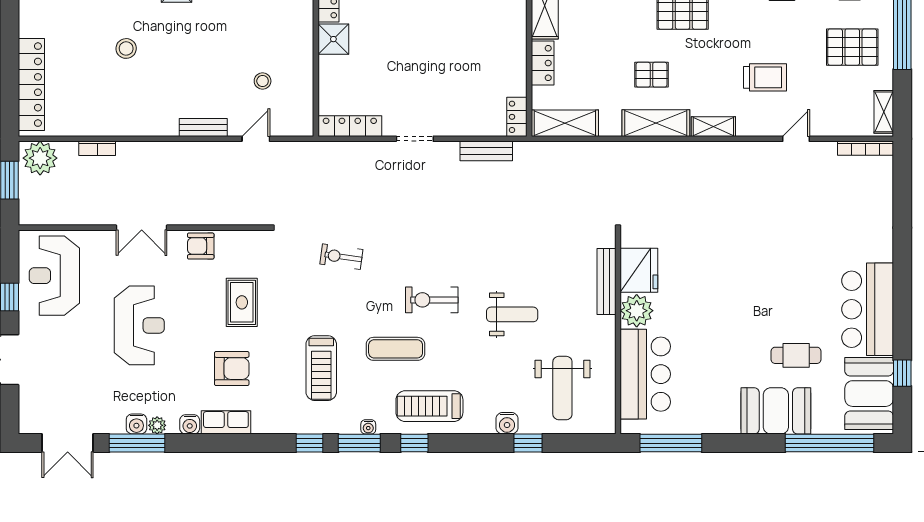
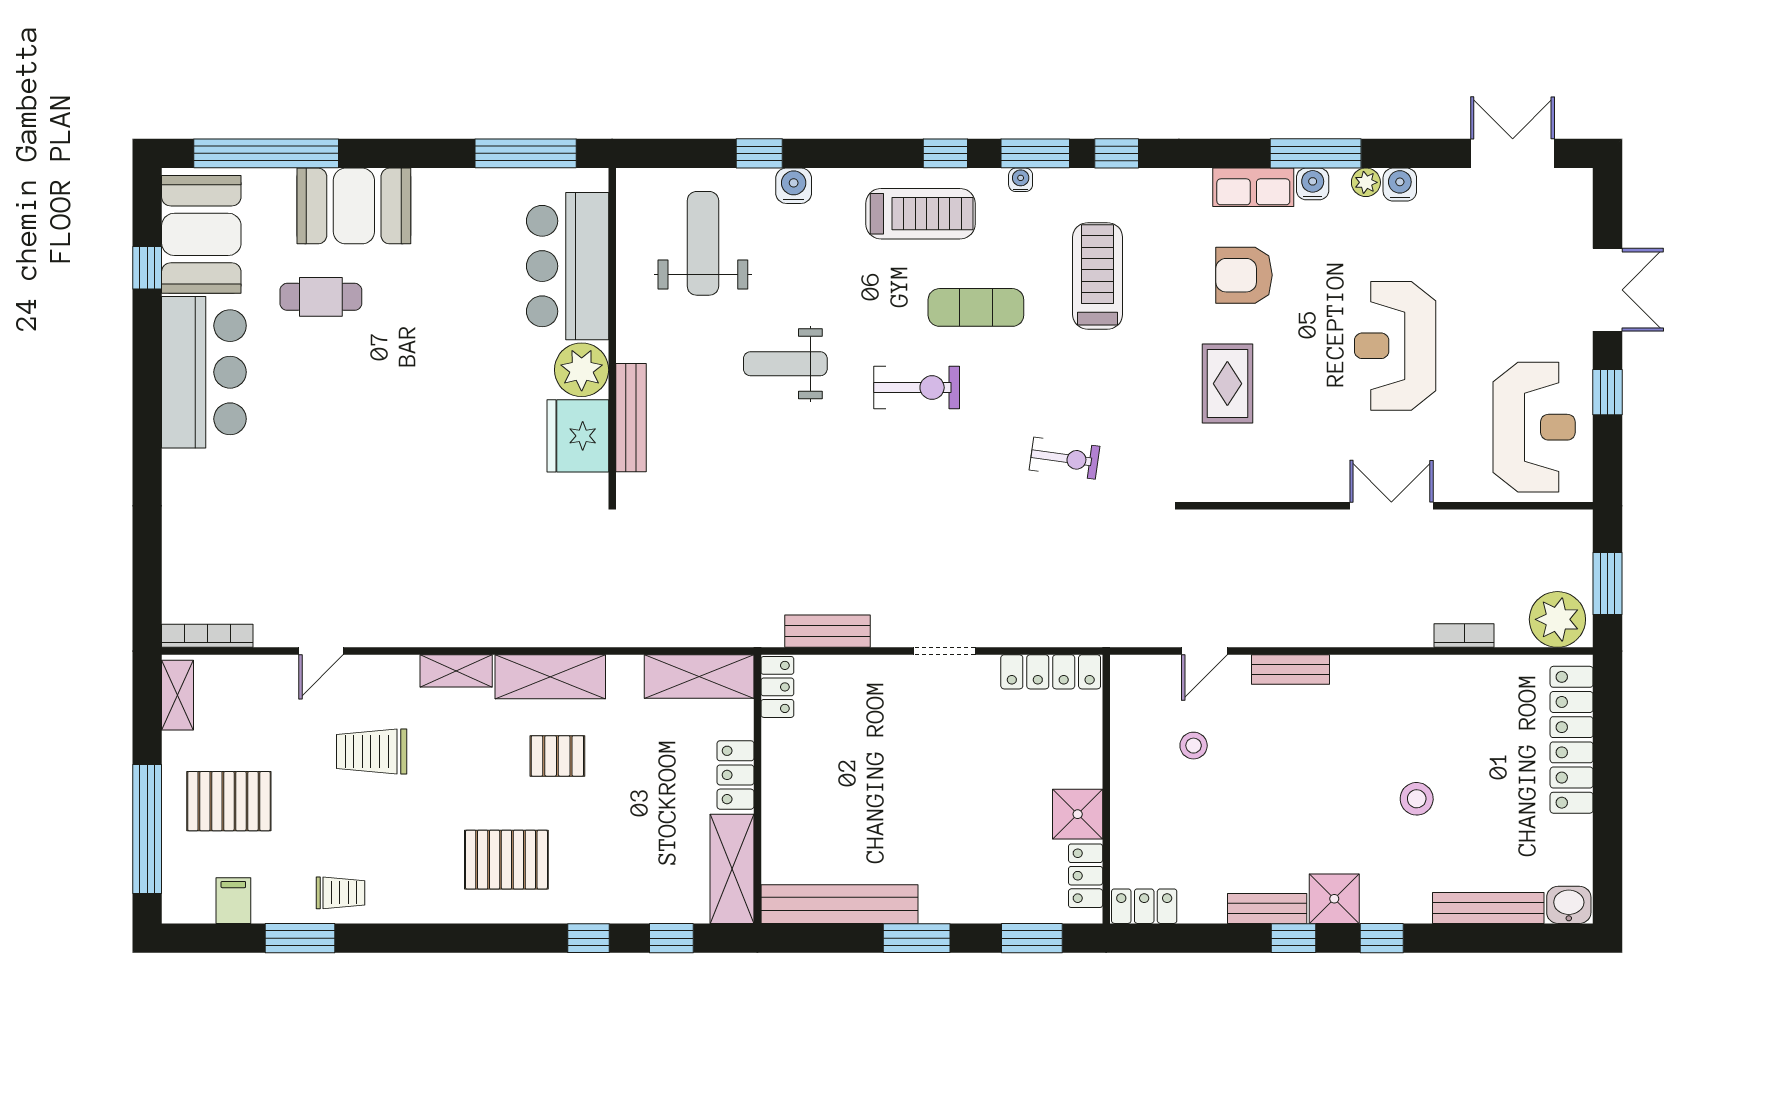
armchair: (201, 246) -> (1295, 476), removed
window: (137, 443) -> (1316, 153), moved

